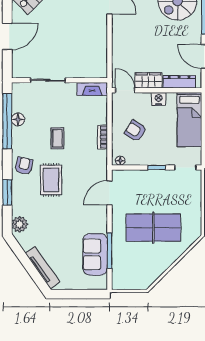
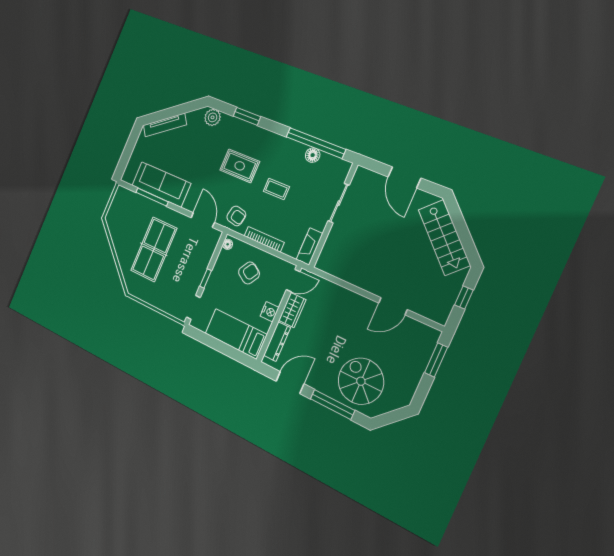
bookcase: (103, 137) -> (264, 239), width x1.56
armchair: (24, 166) -> (236, 216), moved
sofa: (95, 254) -> (161, 184), width x1.36

